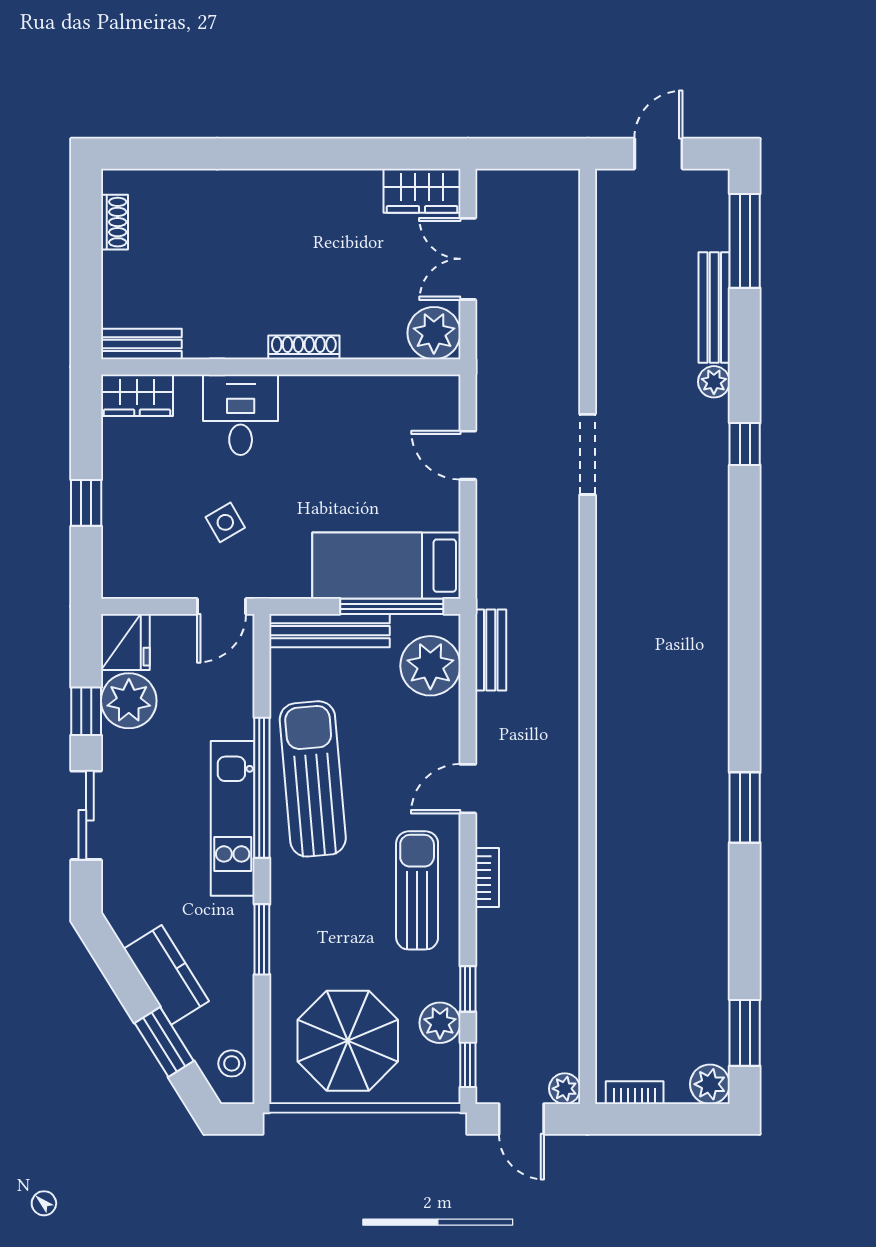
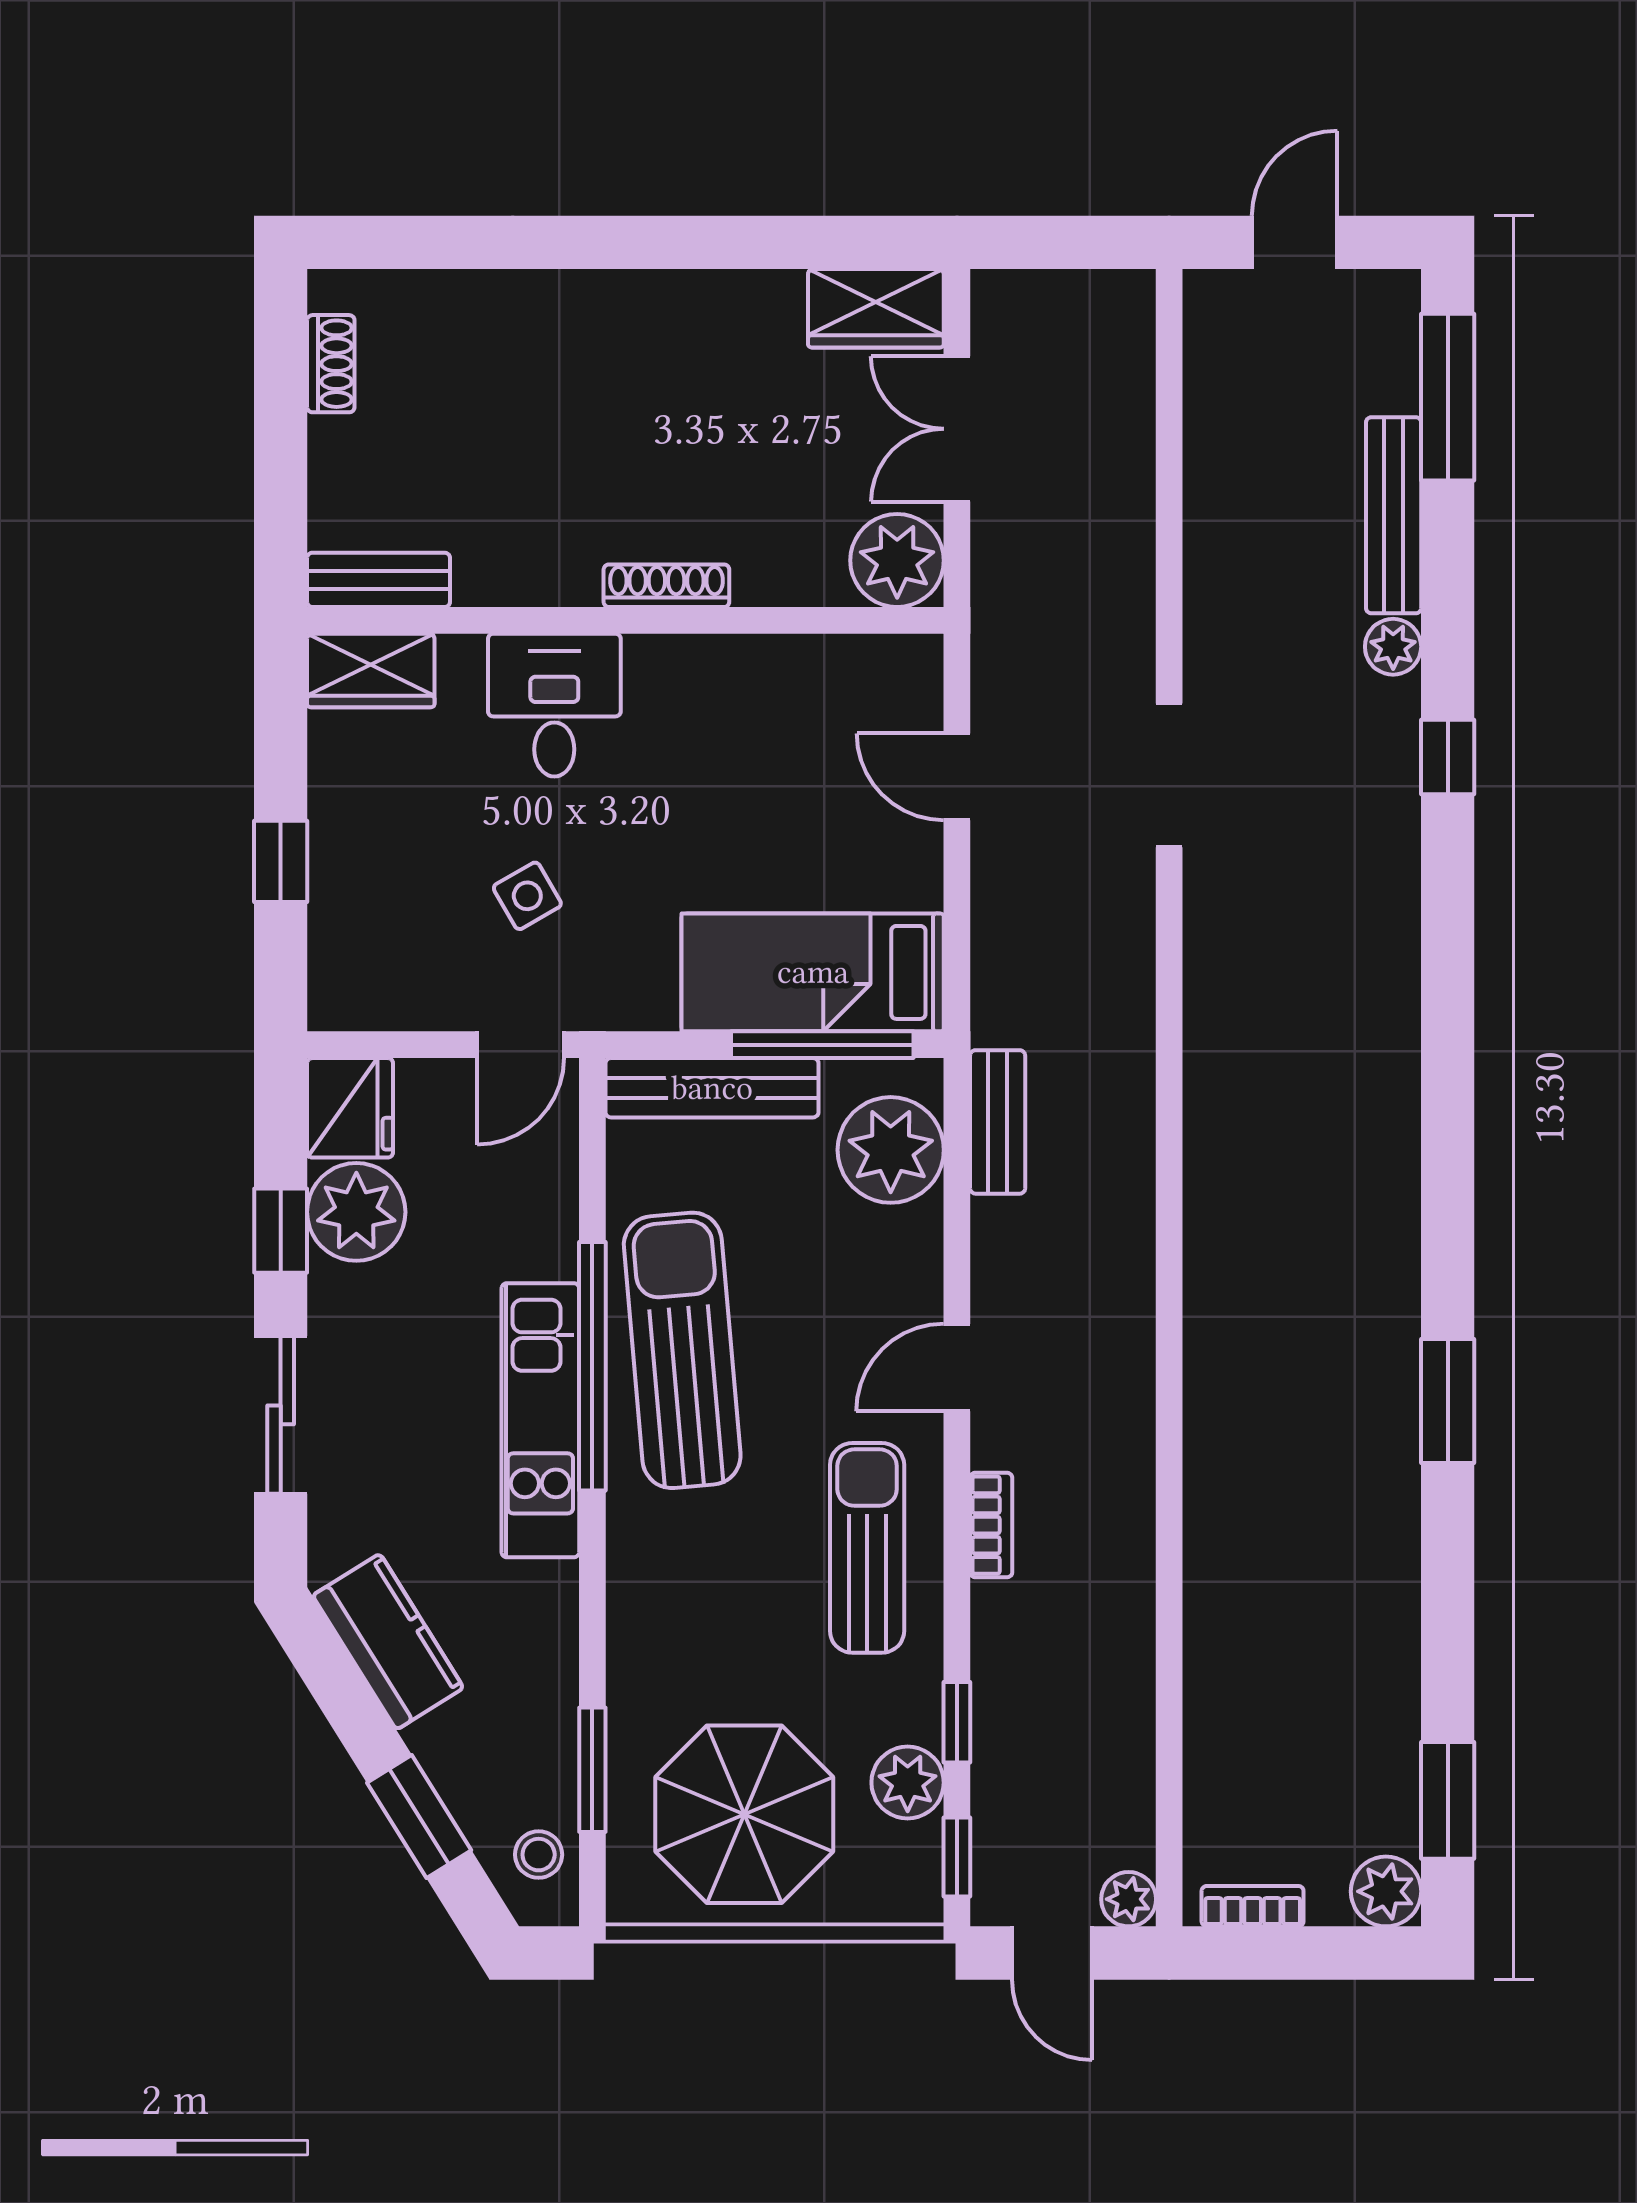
window: (262, 939) -> (592, 1770), moved
kitchen counter: (166, 975) -> (388, 1642), moved

